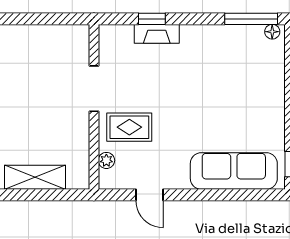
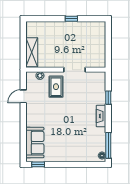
fireplace: (157, 34) -> (101, 116), moved
sofa: (234, 171) -> (35, 143), width x0.73
shelving: (35, 177) -> (32, 52), moved

